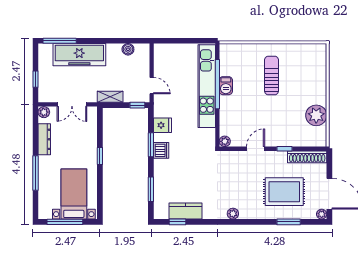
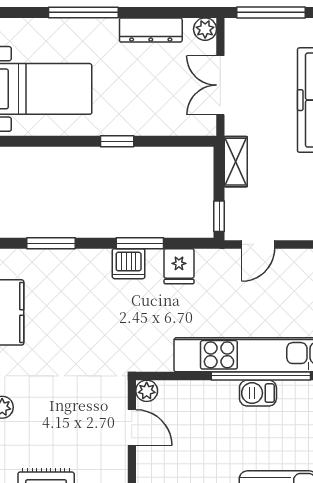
window: (35, 79) -> (271, 12), width x2.17
door: (256, 149) -> (132, 427), moved

